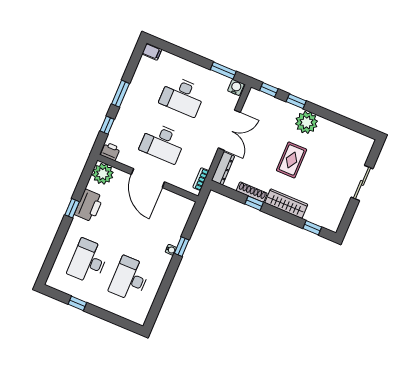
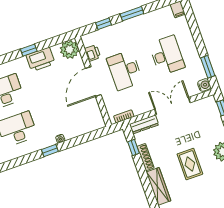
desk: (182, 96) -> (167, 55), turned 180
double door: (229, 130) -> (172, 106), swing flipped
printer: (110, 151) -> (93, 53), moved
rug: (292, 160) -> (190, 164), turned 90
window: (254, 203) -> (134, 147), moved
window: (182, 247) -> (50, 151), moved

